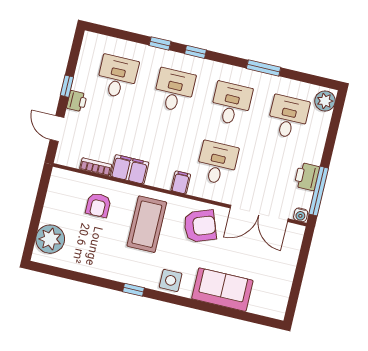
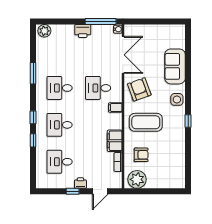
desk: (288, 117) -> (60, 51), removed
printer: (307, 177) -> (83, 31), moved
plant: (50, 239) -> (137, 179), moved

